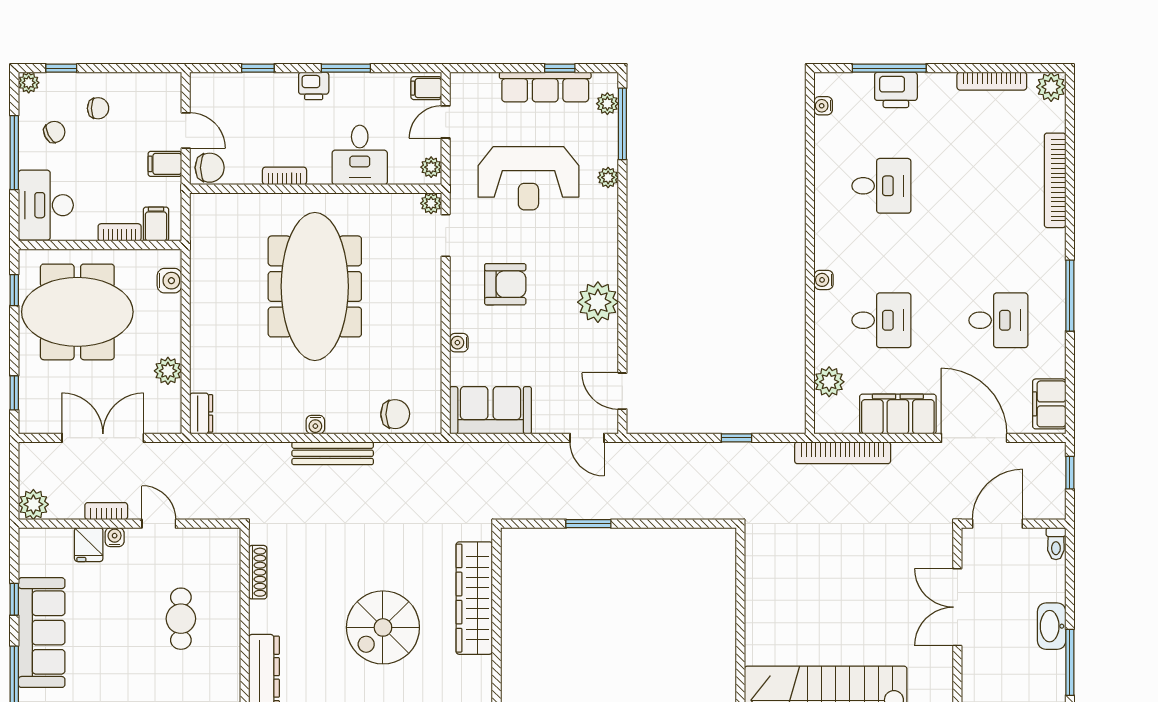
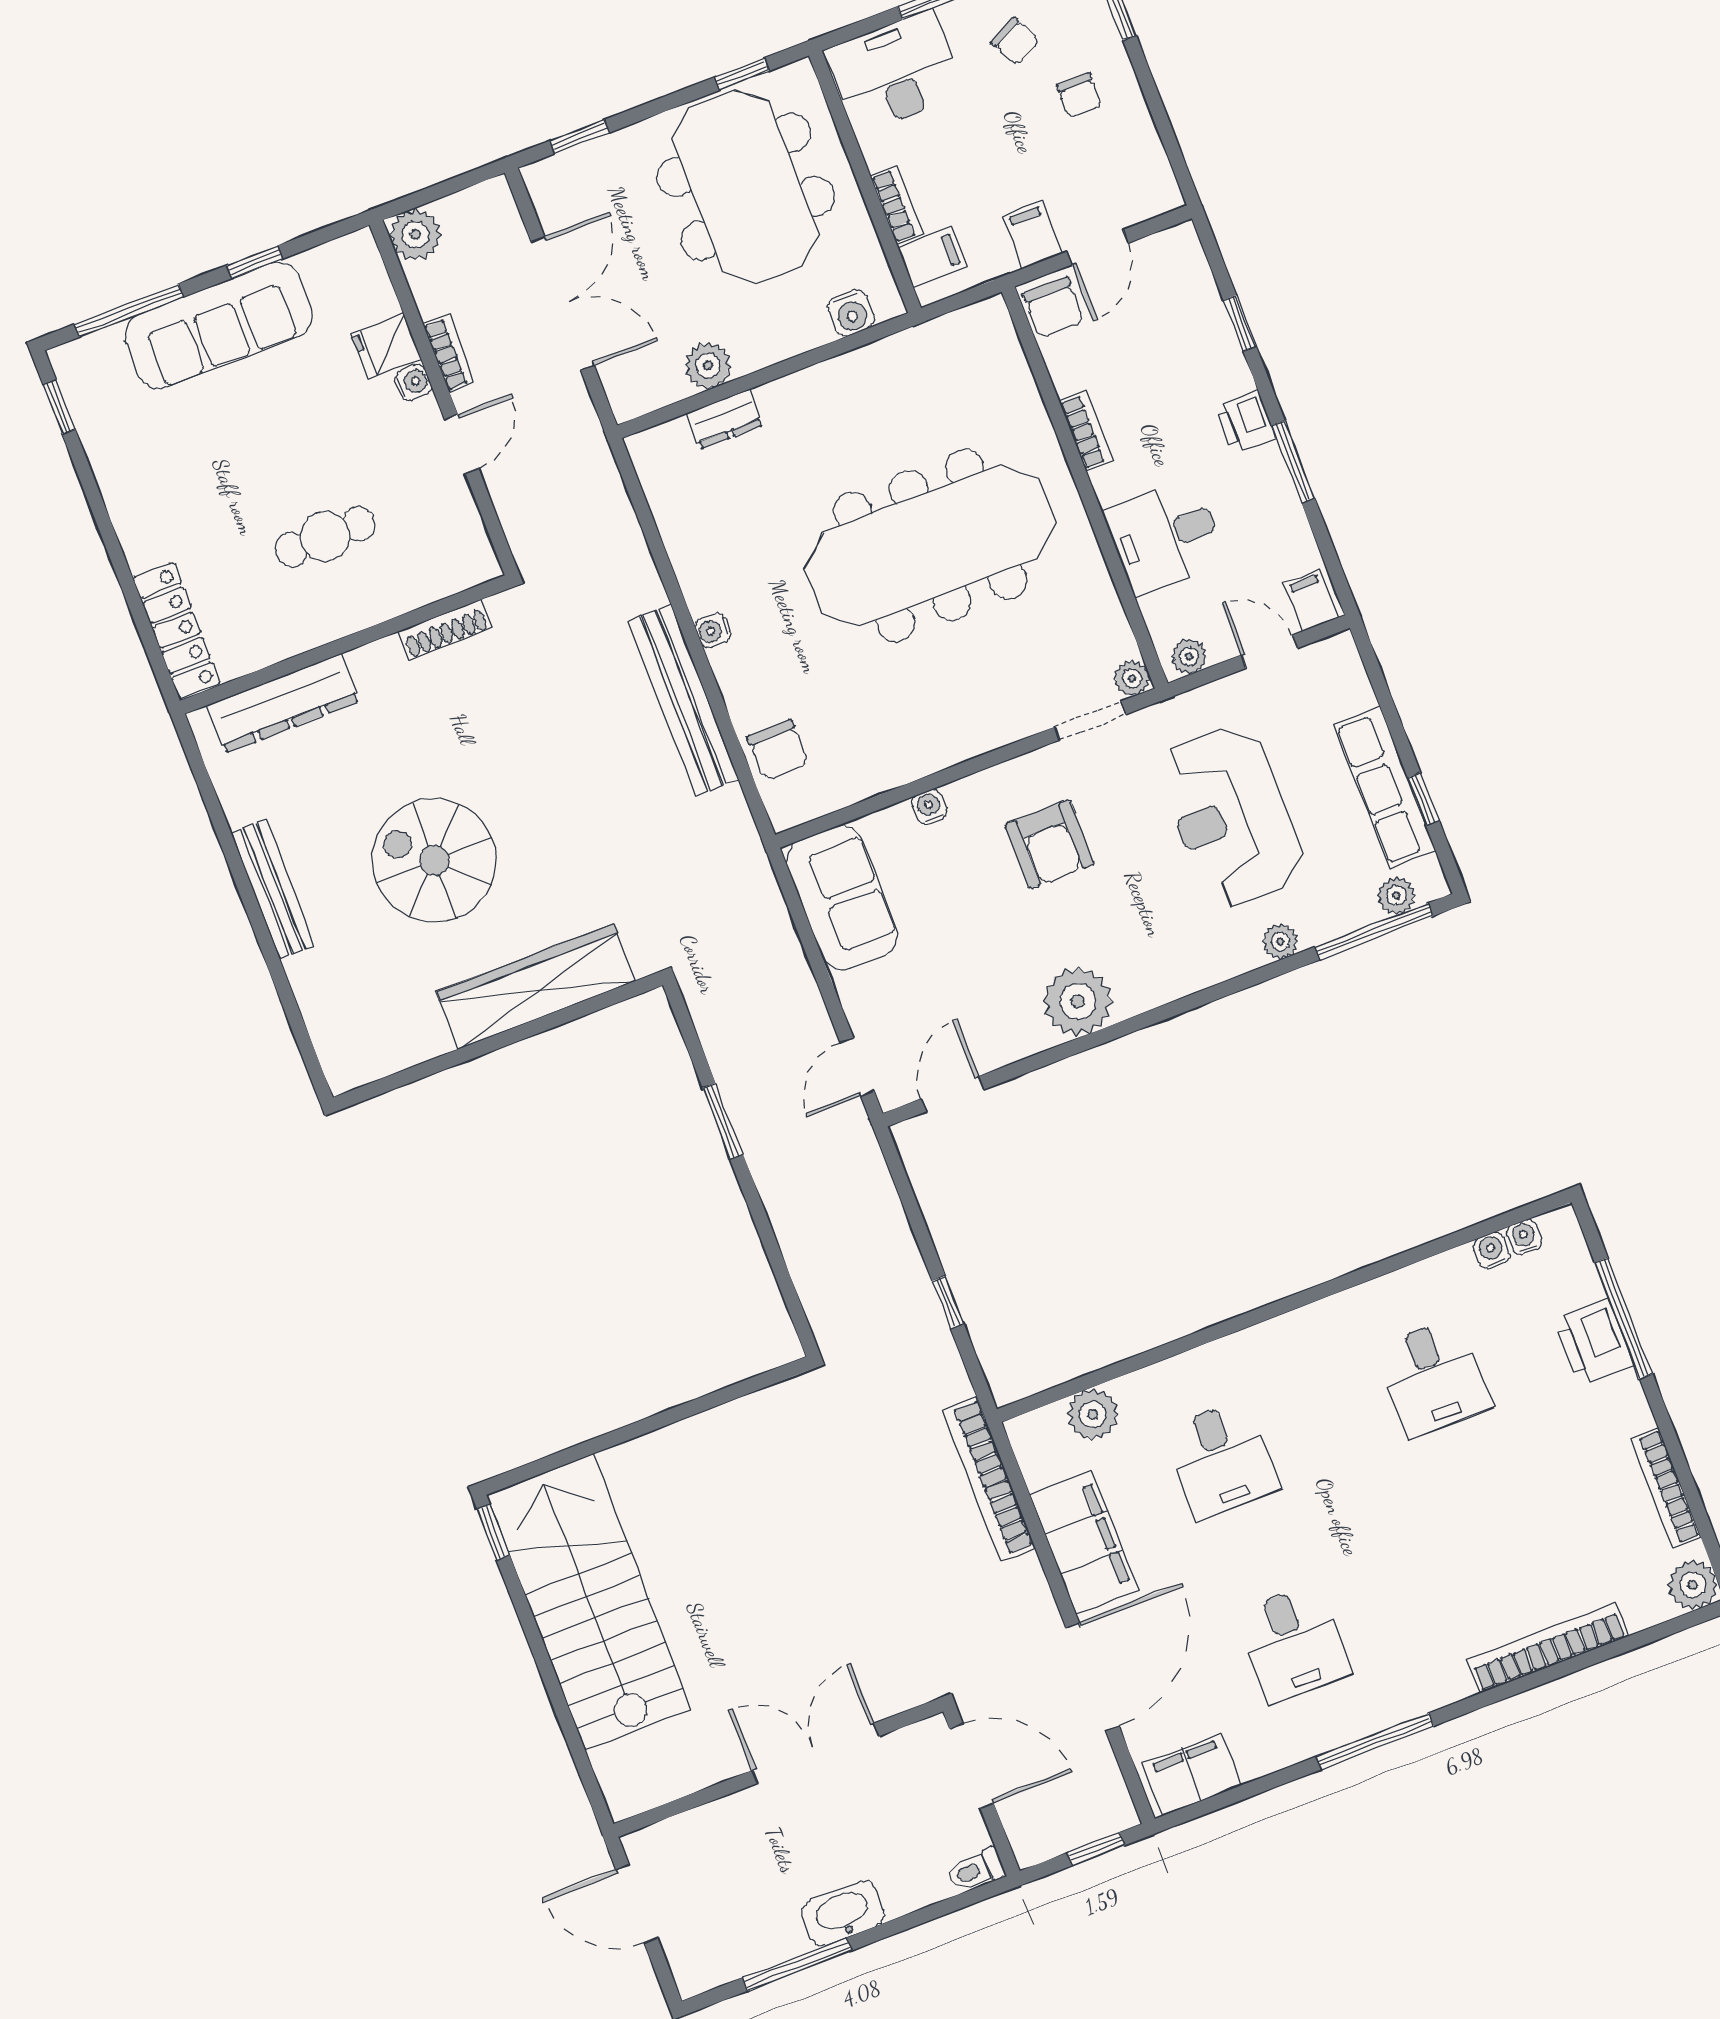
water cooler: (824, 280) -> (1491, 1250), moved
dresser: (201, 413) -> (725, 419), moved
bench: (333, 453) -> (683, 700), width x1.37, depth x1.21

